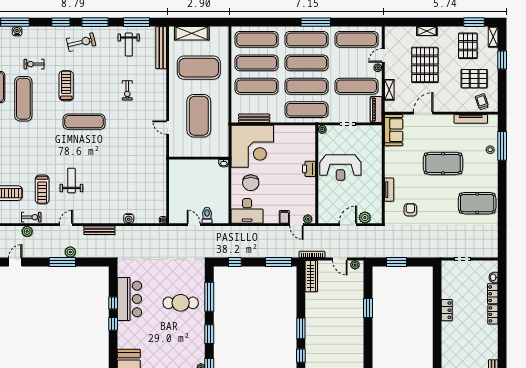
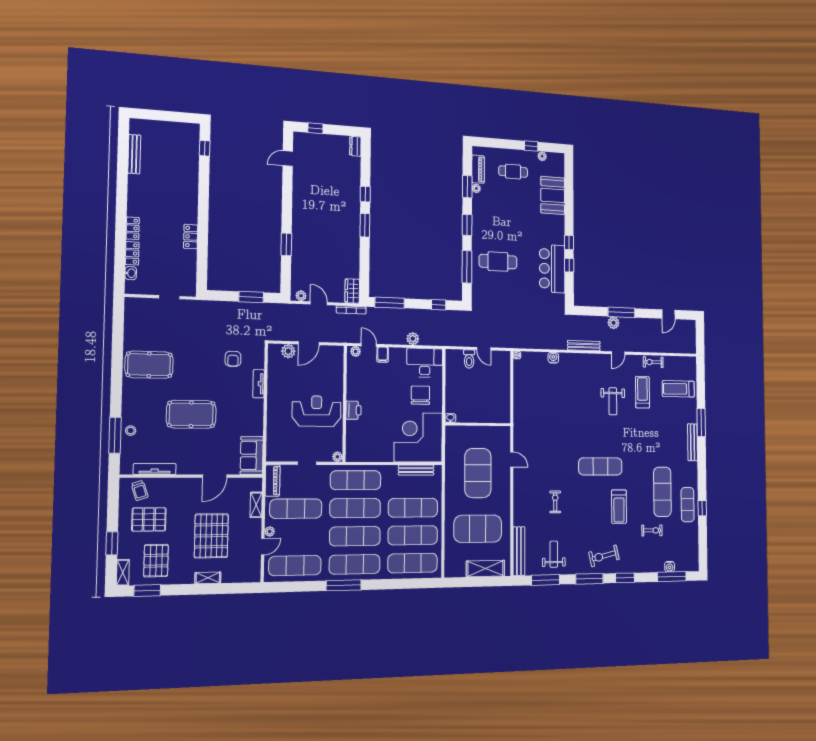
plant: (27, 231) -> (413, 339), moved
wardrobe: (311, 276) -> (352, 291), width x0.67

